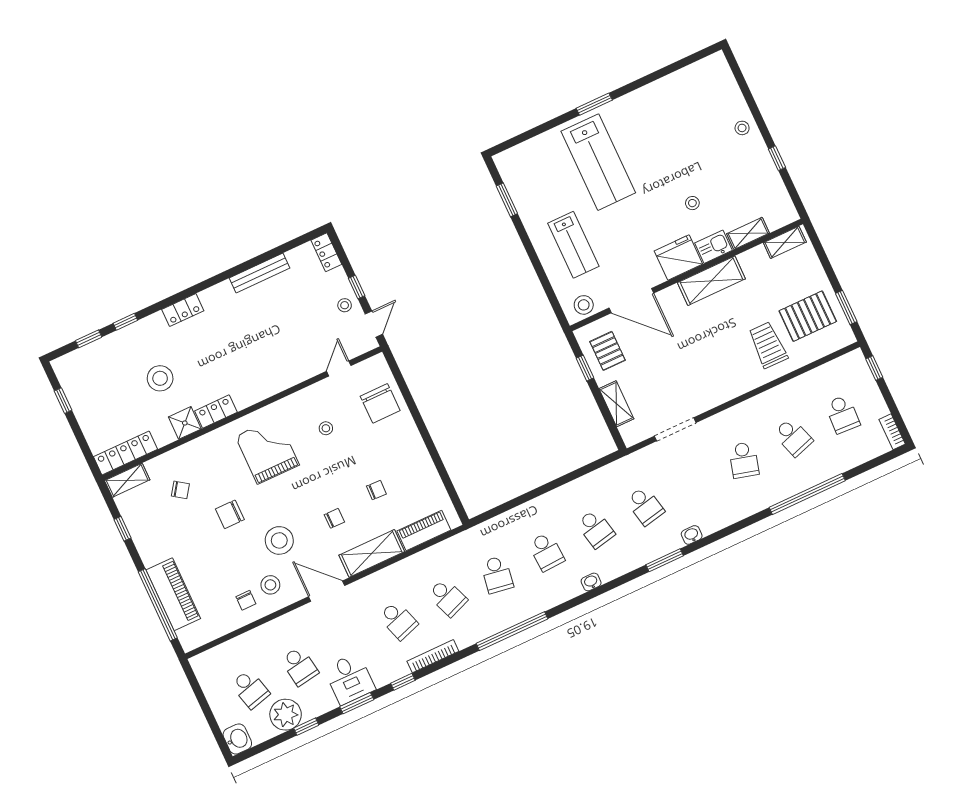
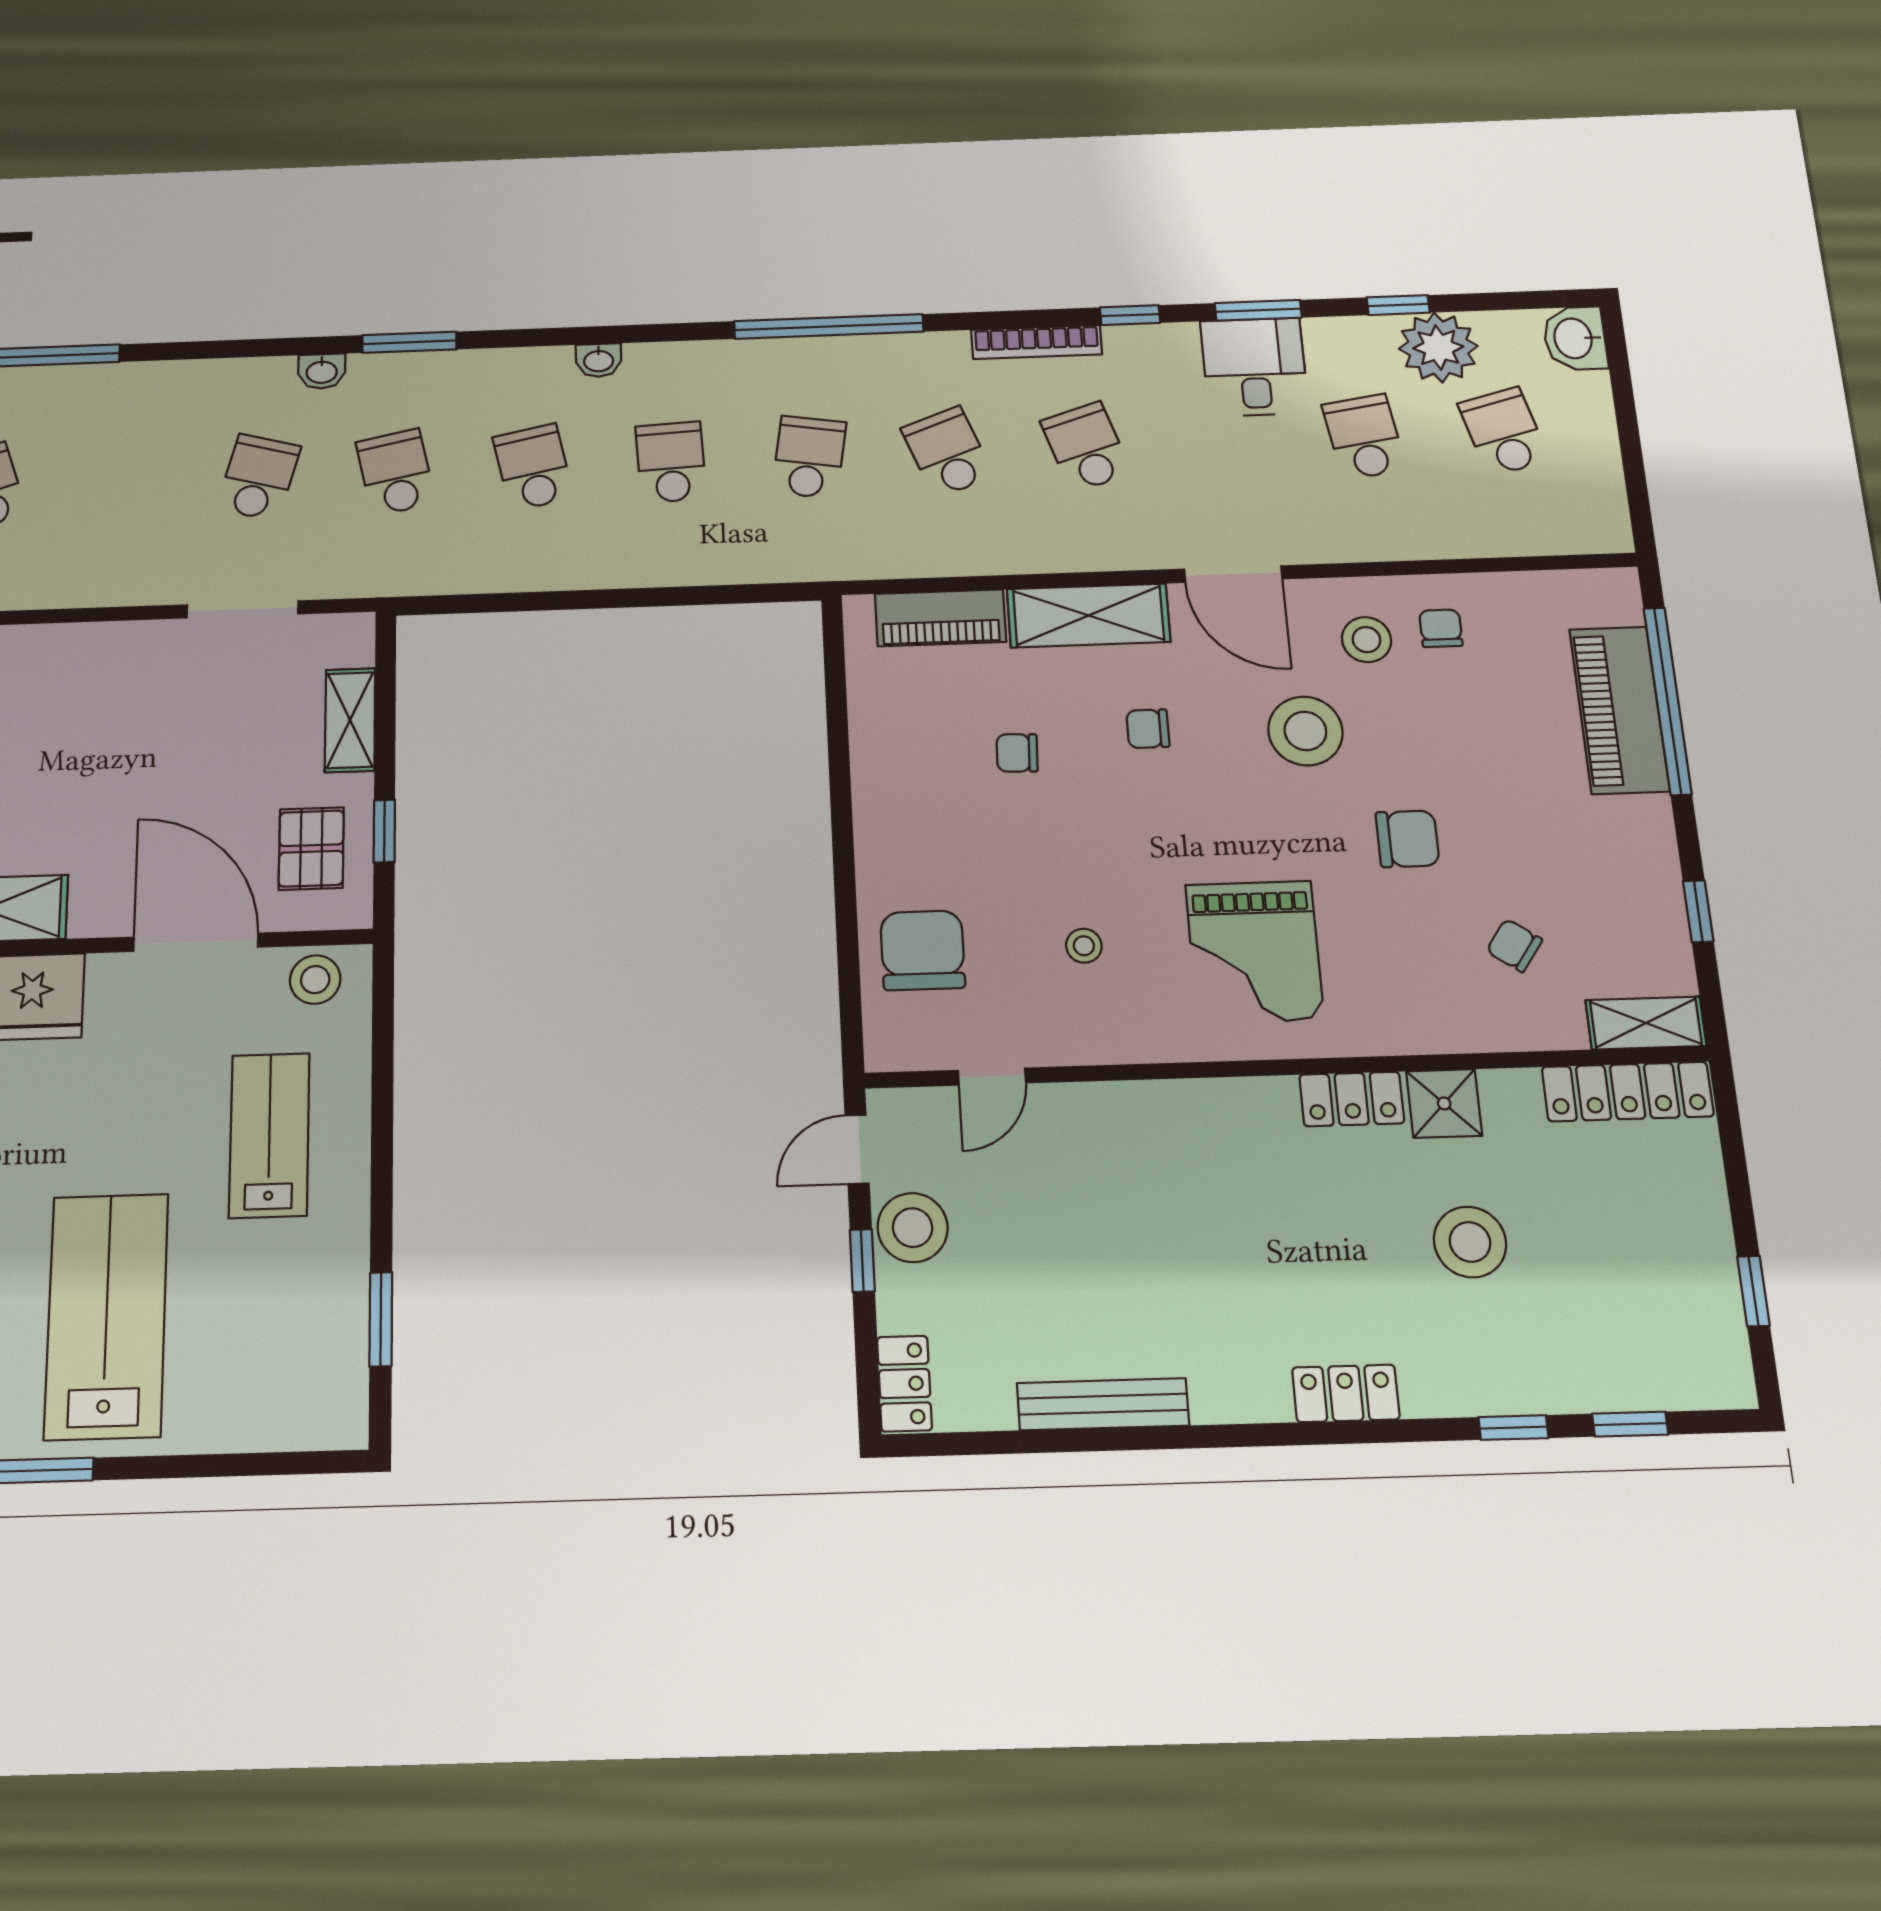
stool: (345, 305) -> (913, 1228), width x1.89, depth x1.89
school desk: (744, 460) -> (259, 477), moved

